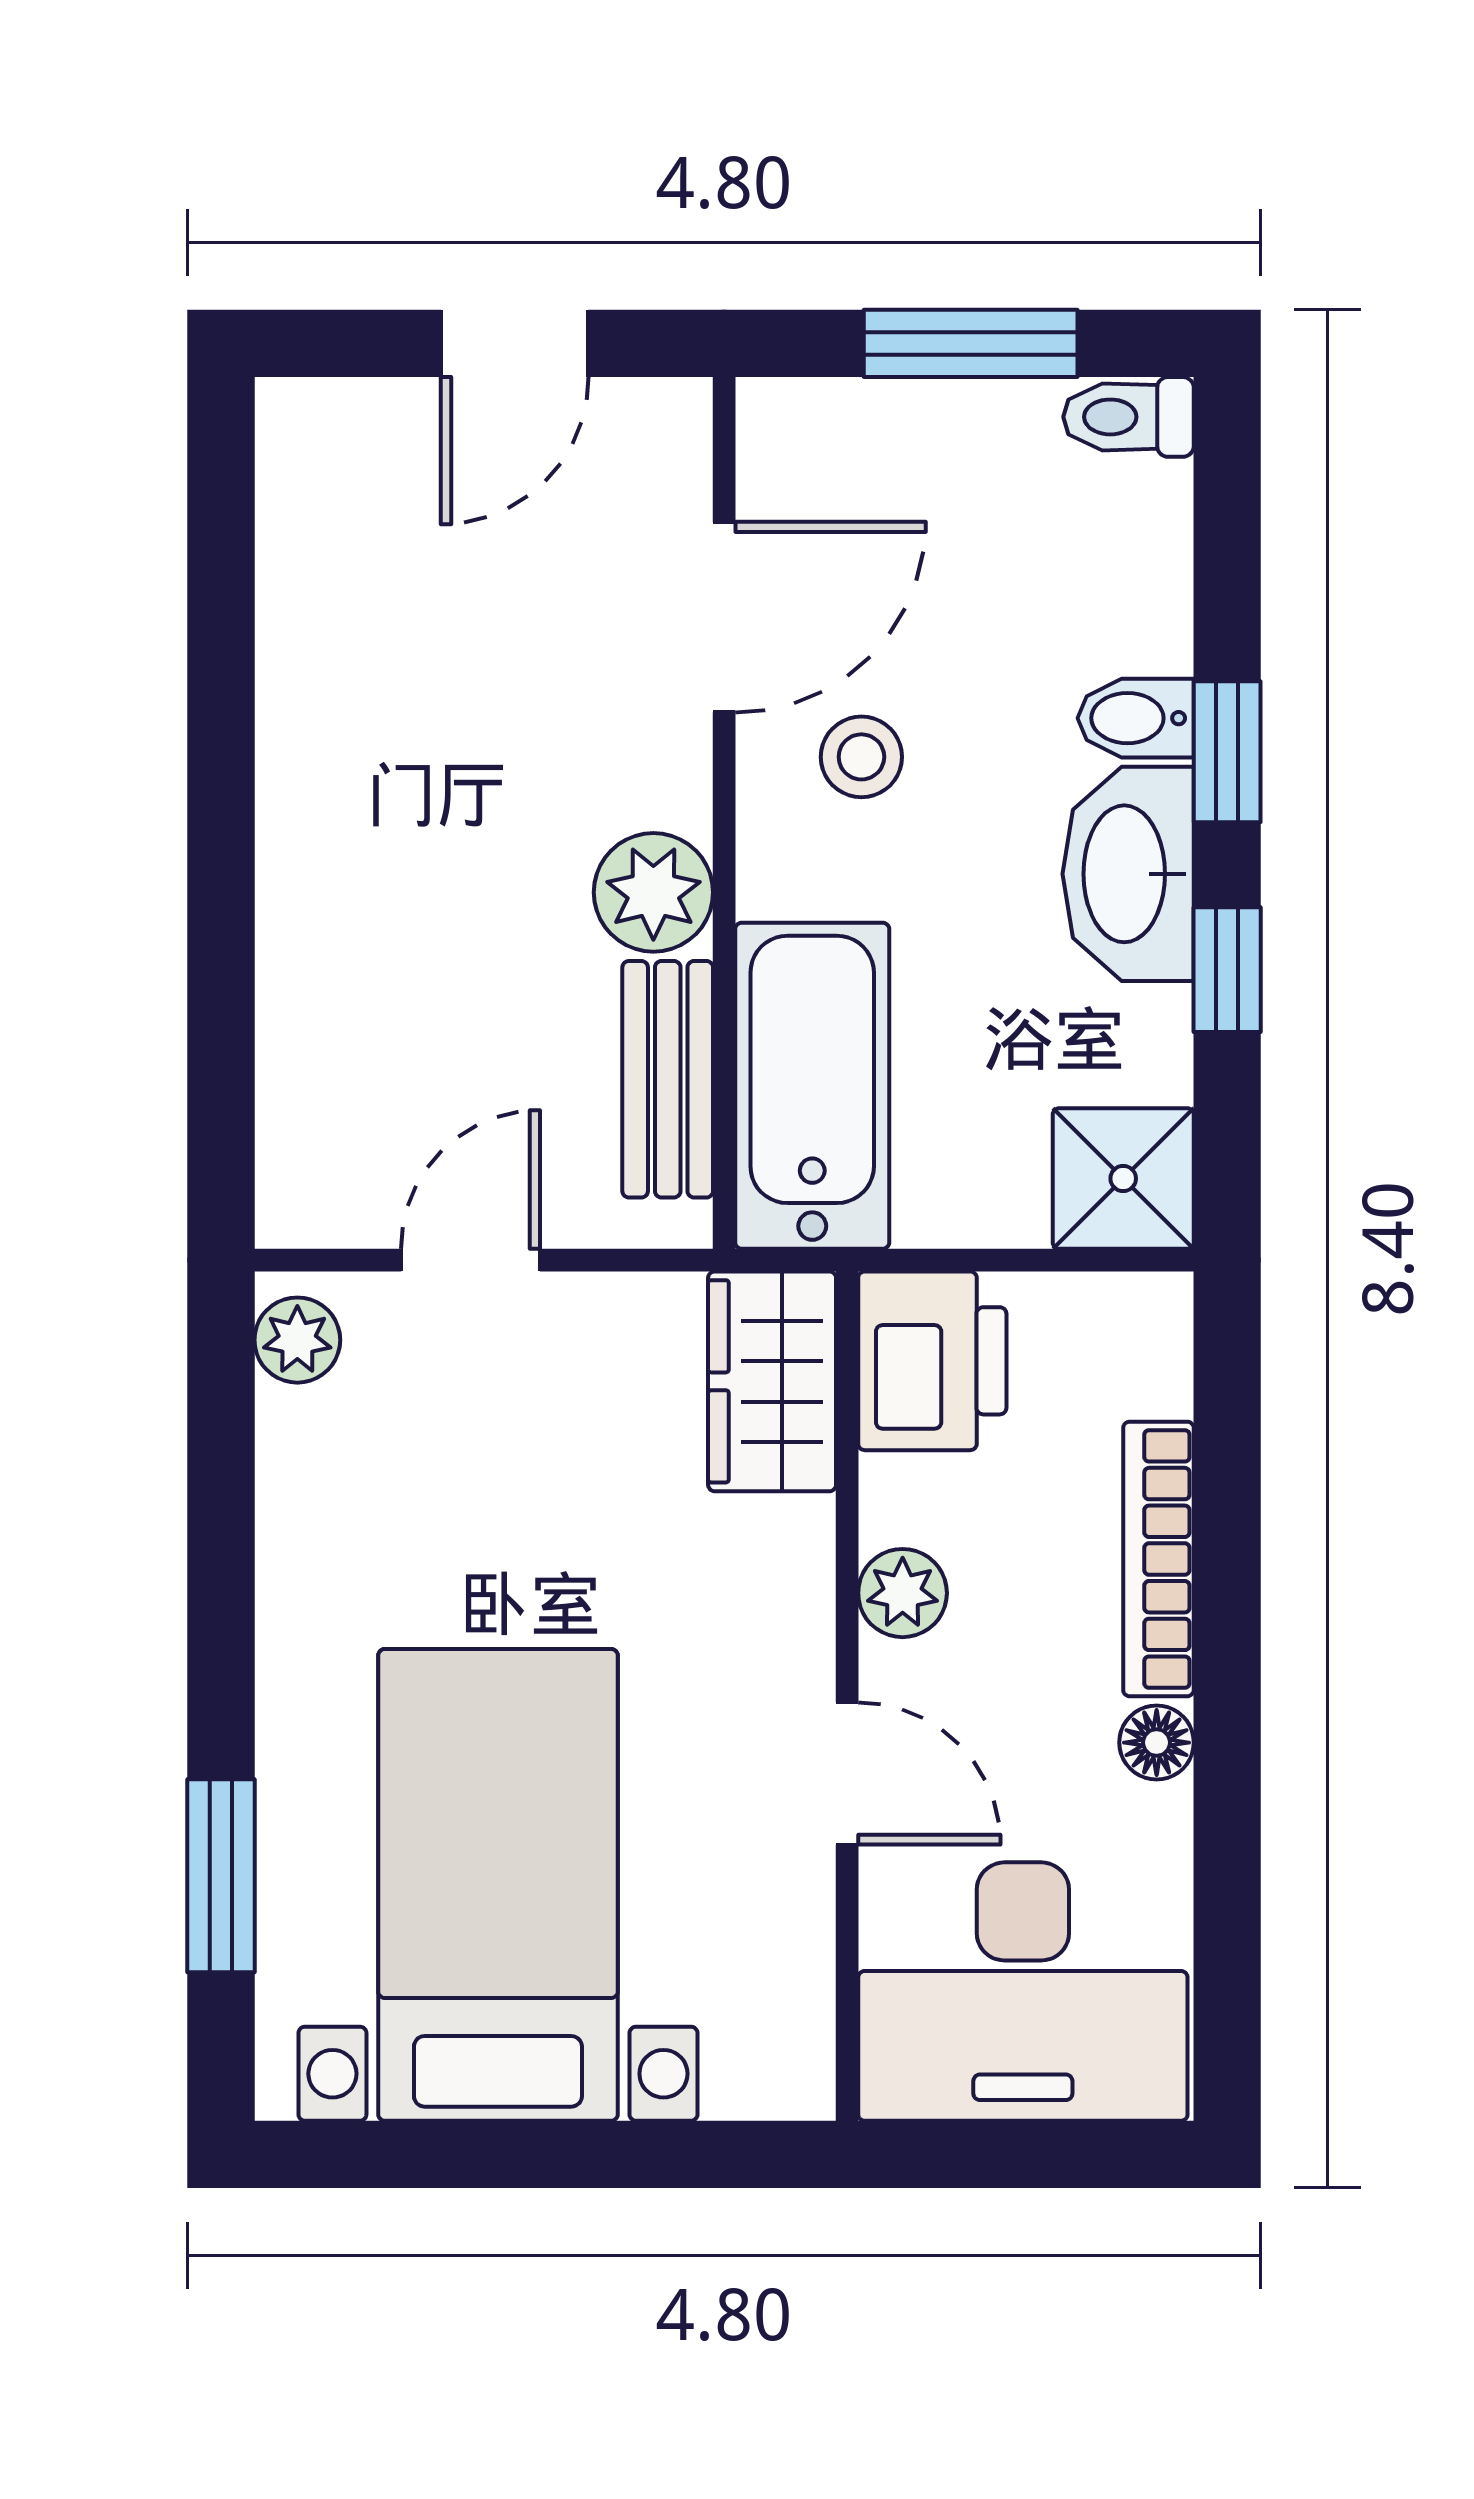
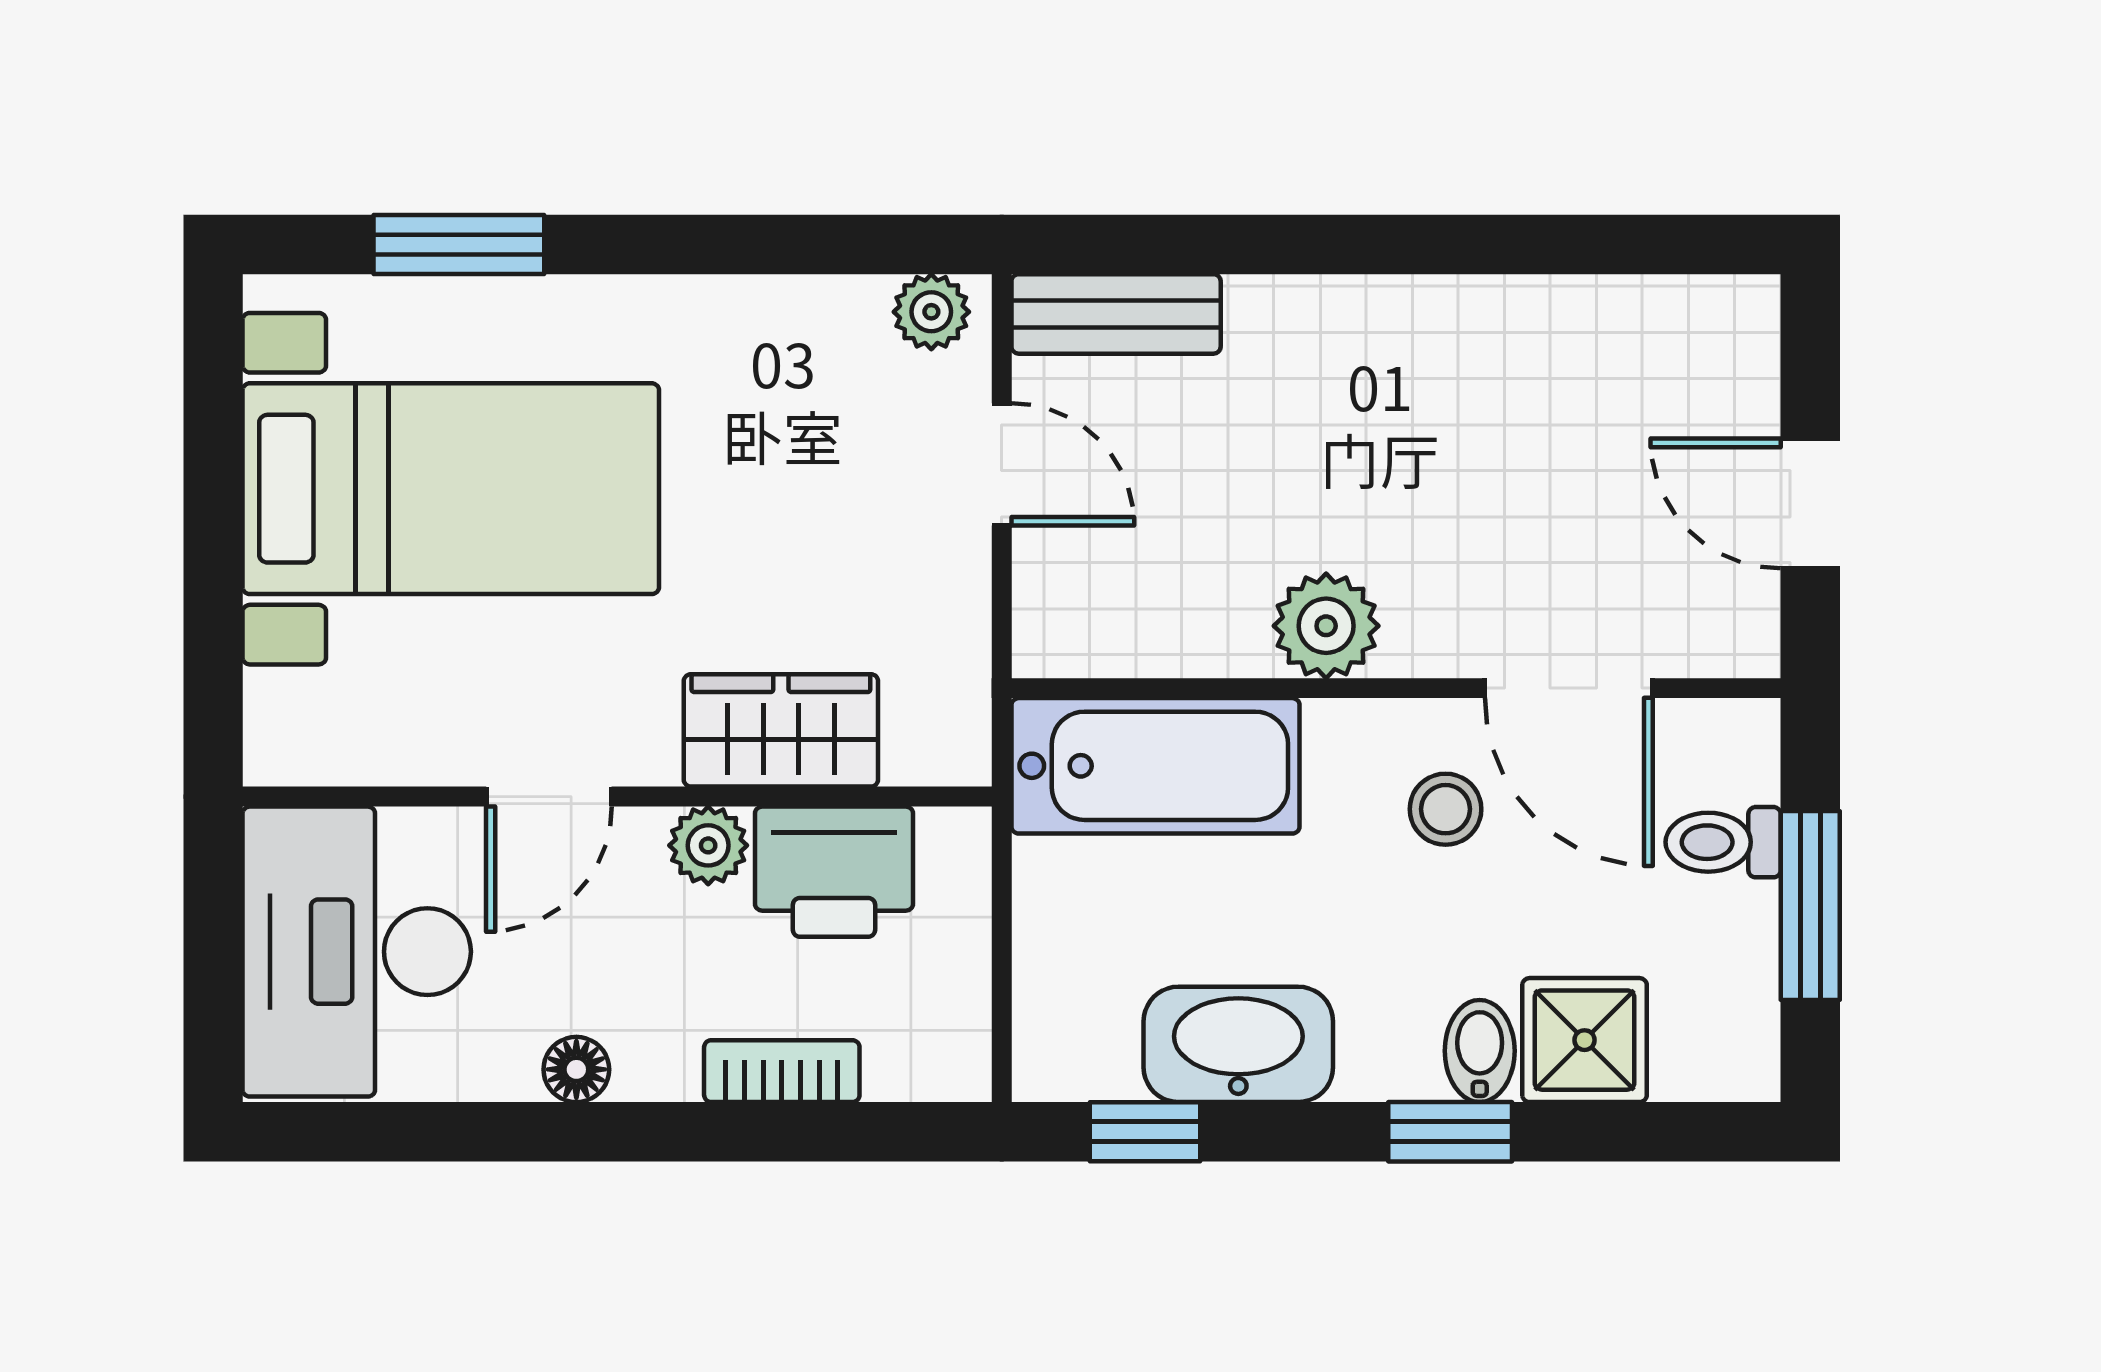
toilet: (1128, 417) -> (1723, 842), moved, turned -90
washbasin: (1128, 874) -> (1238, 1044), moved
window: (1227, 970) -> (1145, 1132), moved
bench: (668, 1079) -> (1116, 314), moved
shower: (1123, 1178) -> (1585, 1040), moved
printer: (932, 1361) -> (834, 872), moved
wardrobe: (772, 1381) -> (781, 730), moved
bookcase: (1158, 1559) -> (782, 1071), width x0.64

